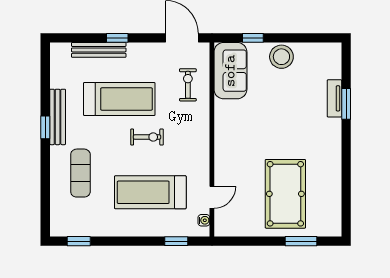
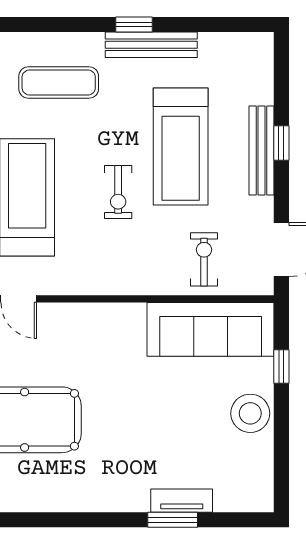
bench: (99, 50) -> (261, 150), moved
sofa: (230, 71) -> (211, 329), width x1.36
exercise bike: (188, 85) -> (204, 259), turned -90

